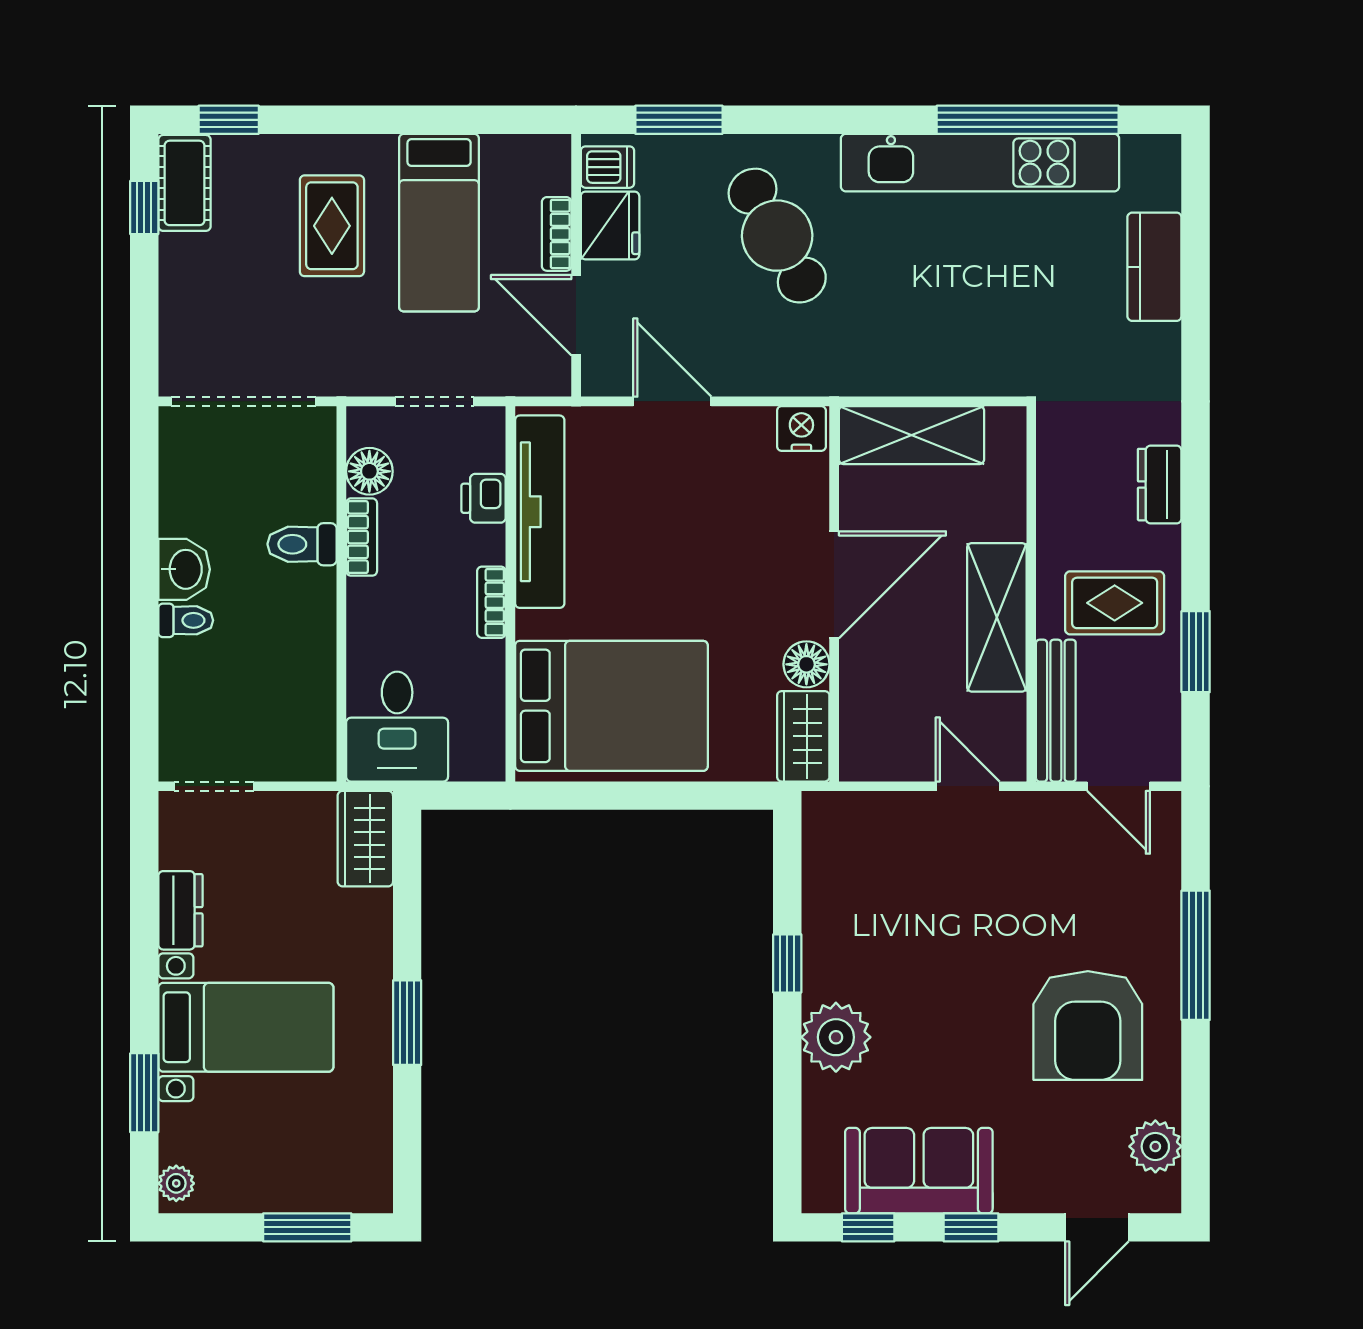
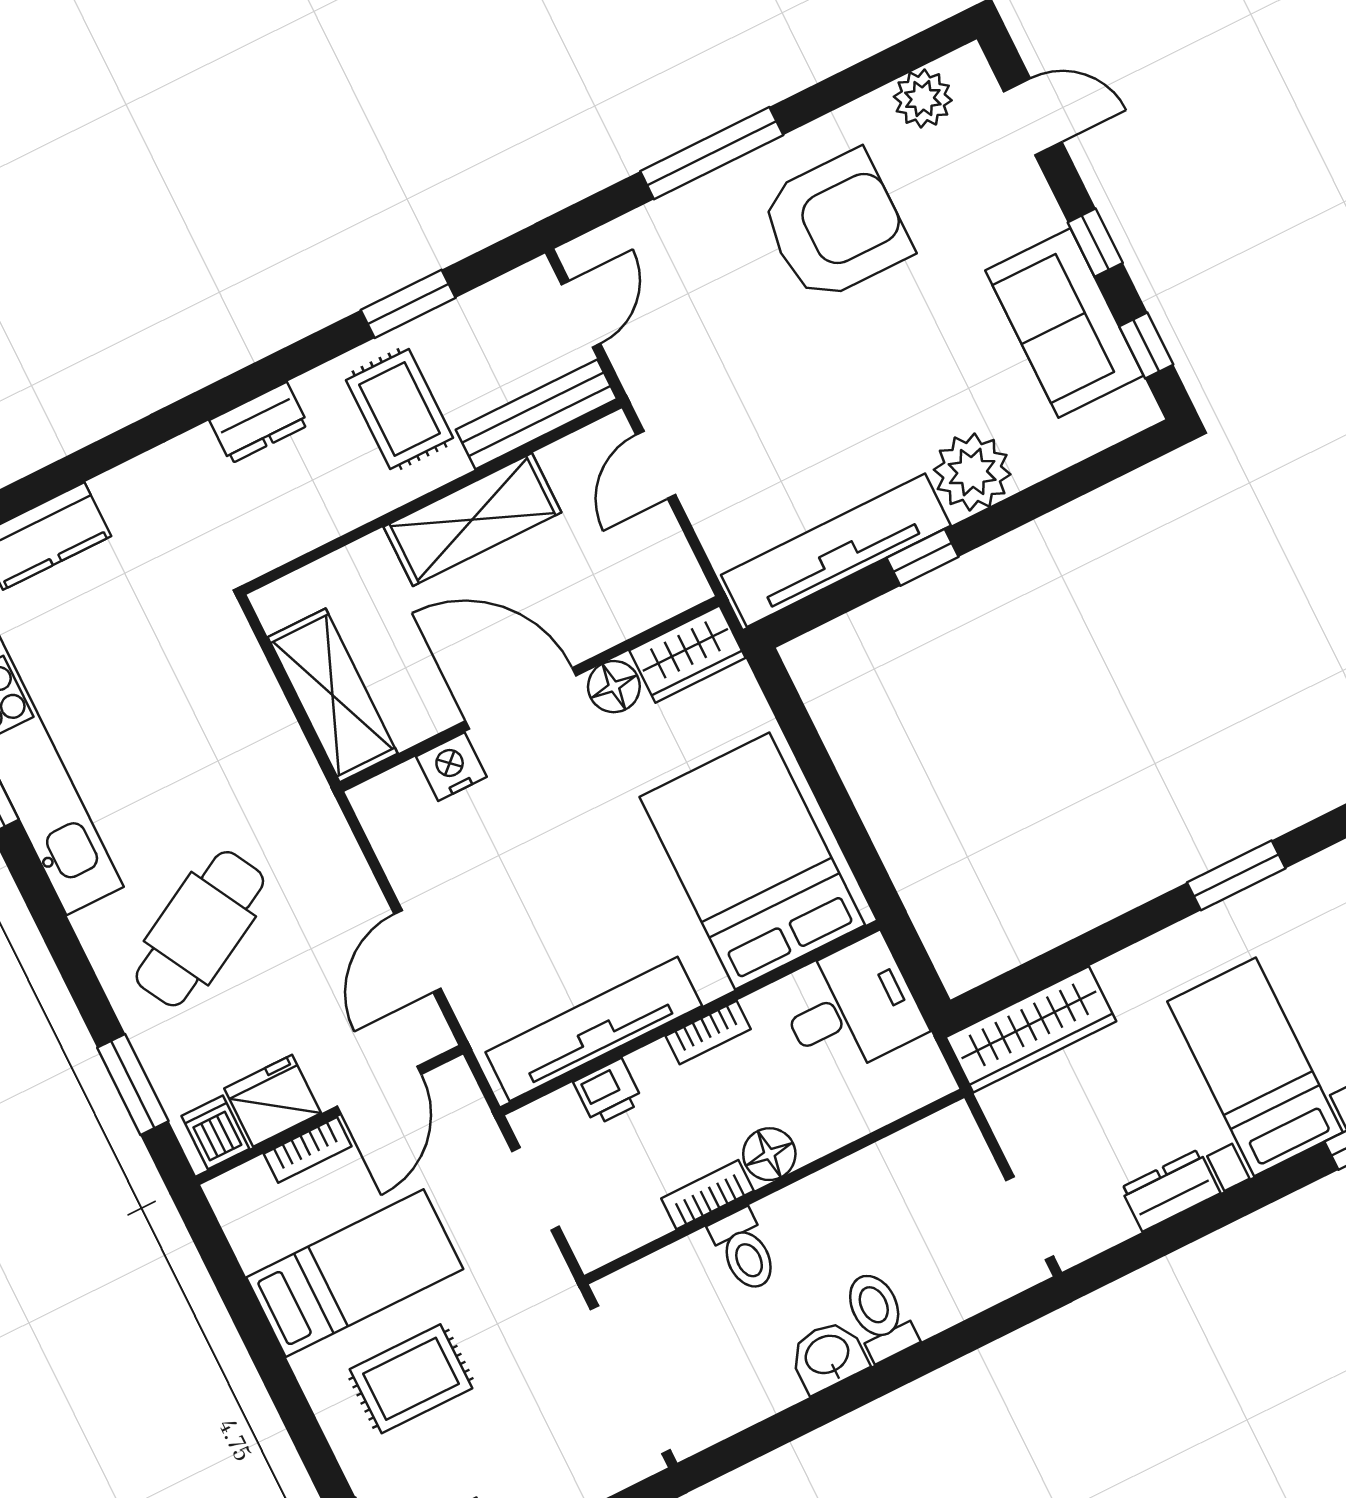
nightstand: (801, 429) -> (451, 767), moved, turned 90
floor lamp: (369, 471) -> (769, 1154), moved
toilet: (186, 620) -> (879, 1315), width x1.37, depth x1.39
desk: (397, 727) -> (851, 1007), moved
wardrobe: (365, 839) -> (1031, 1029), width x1.50
tv unit: (827, 897) -> (836, 550), added
window: (407, 1023) -> (1236, 875), moved

